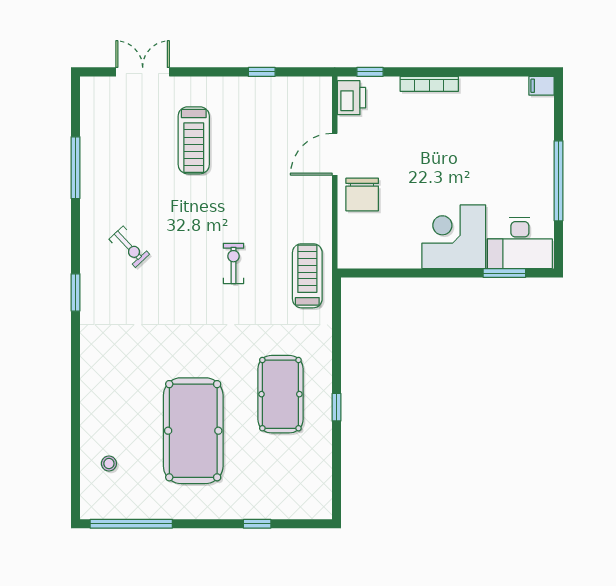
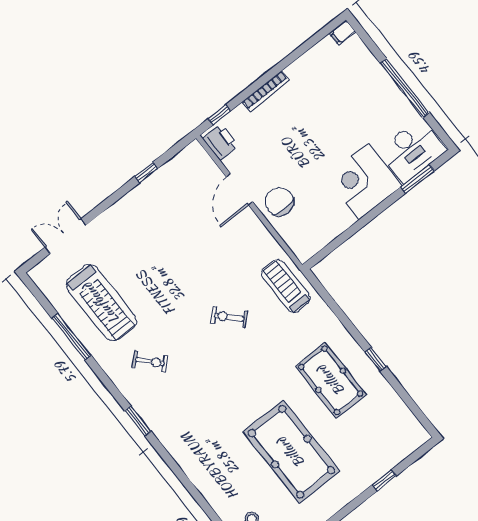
treadmill: (194, 140) -> (101, 303), moved, width x1.37, depth x1.38
chair: (362, 195) -> (279, 202), turned 180
exercise bike: (234, 263) -> (229, 317), turned -44

